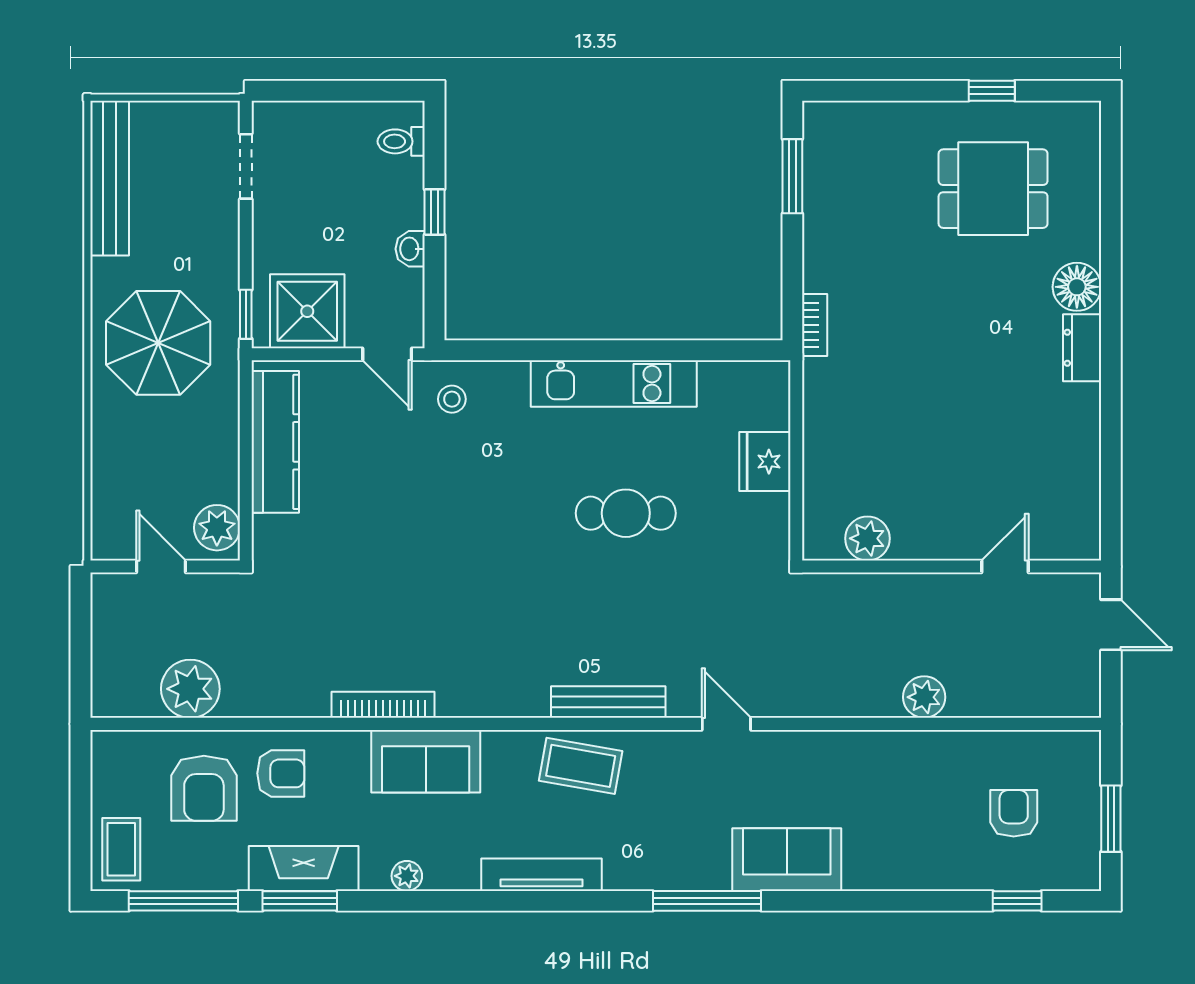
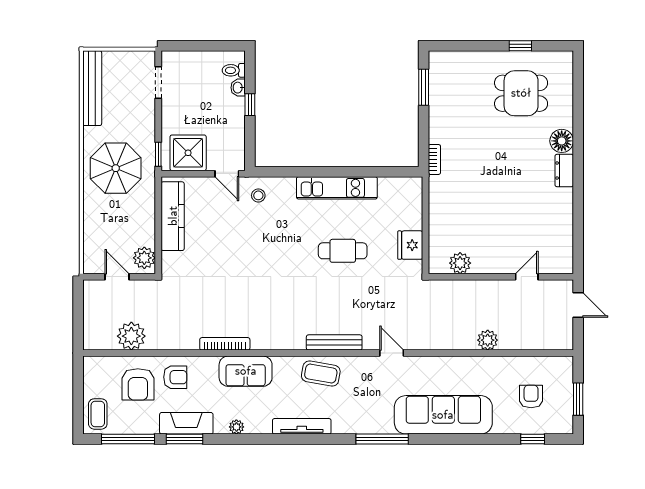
washbasin: (410, 249) -> (238, 88), moved
fridge: (765, 462) -> (410, 245), moved
sofa: (787, 860) -> (443, 415), width x1.85, depth x1.27

